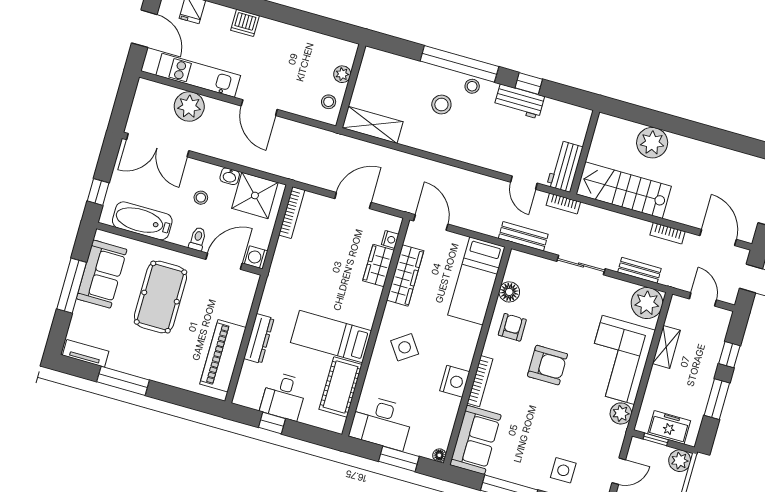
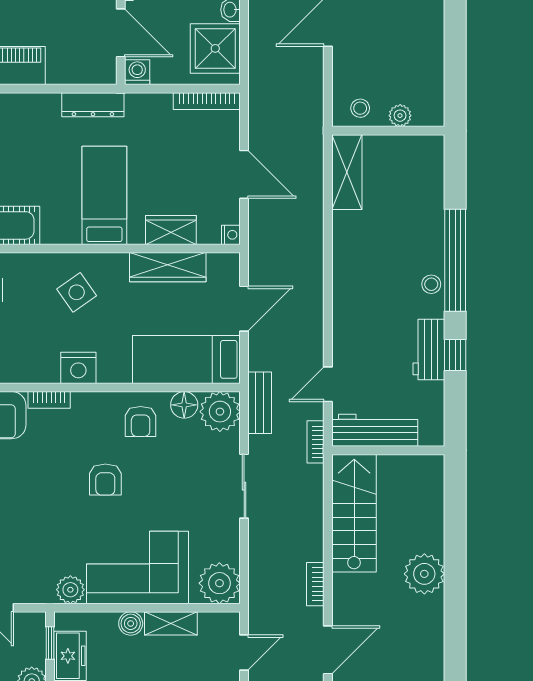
stool: (441, 105) -> (397, 252), removed
plant: (652, 143) -> (424, 574), moved
workbench: (565, 166) -> (375, 430), width x1.38
door: (431, 222) -> (244, 309), moved
nightstand: (390, 239) -> (231, 235), moved, turned -90
plant: (522, 267) -> (220, 412), added
bench: (639, 270) -> (258, 562), removed
armchair: (512, 327) -> (141, 421), turned 90
bed: (331, 337) -> (104, 195), moved
dresser: (259, 339) -> (93, 105), moved
armchair: (548, 365) -> (105, 480), width x0.72, depth x0.72
boiler: (658, 376) -> (131, 623), added
nightstand: (455, 381) -> (78, 368), moved
bookcase: (480, 381) -> (49, 400), width x0.64

